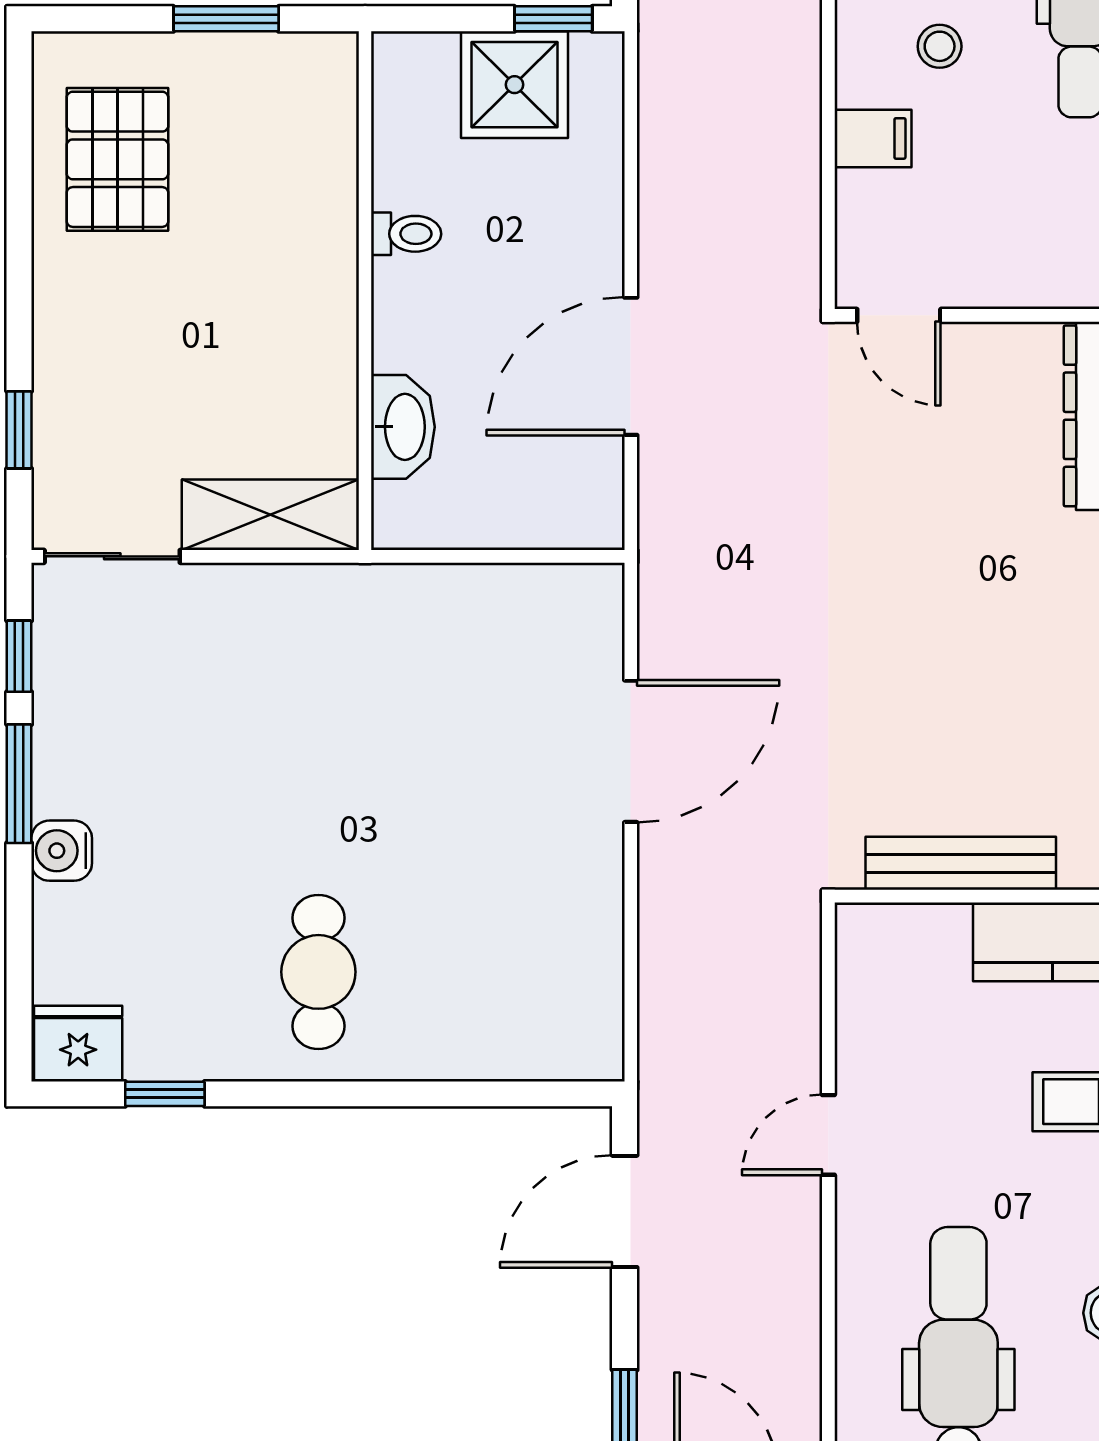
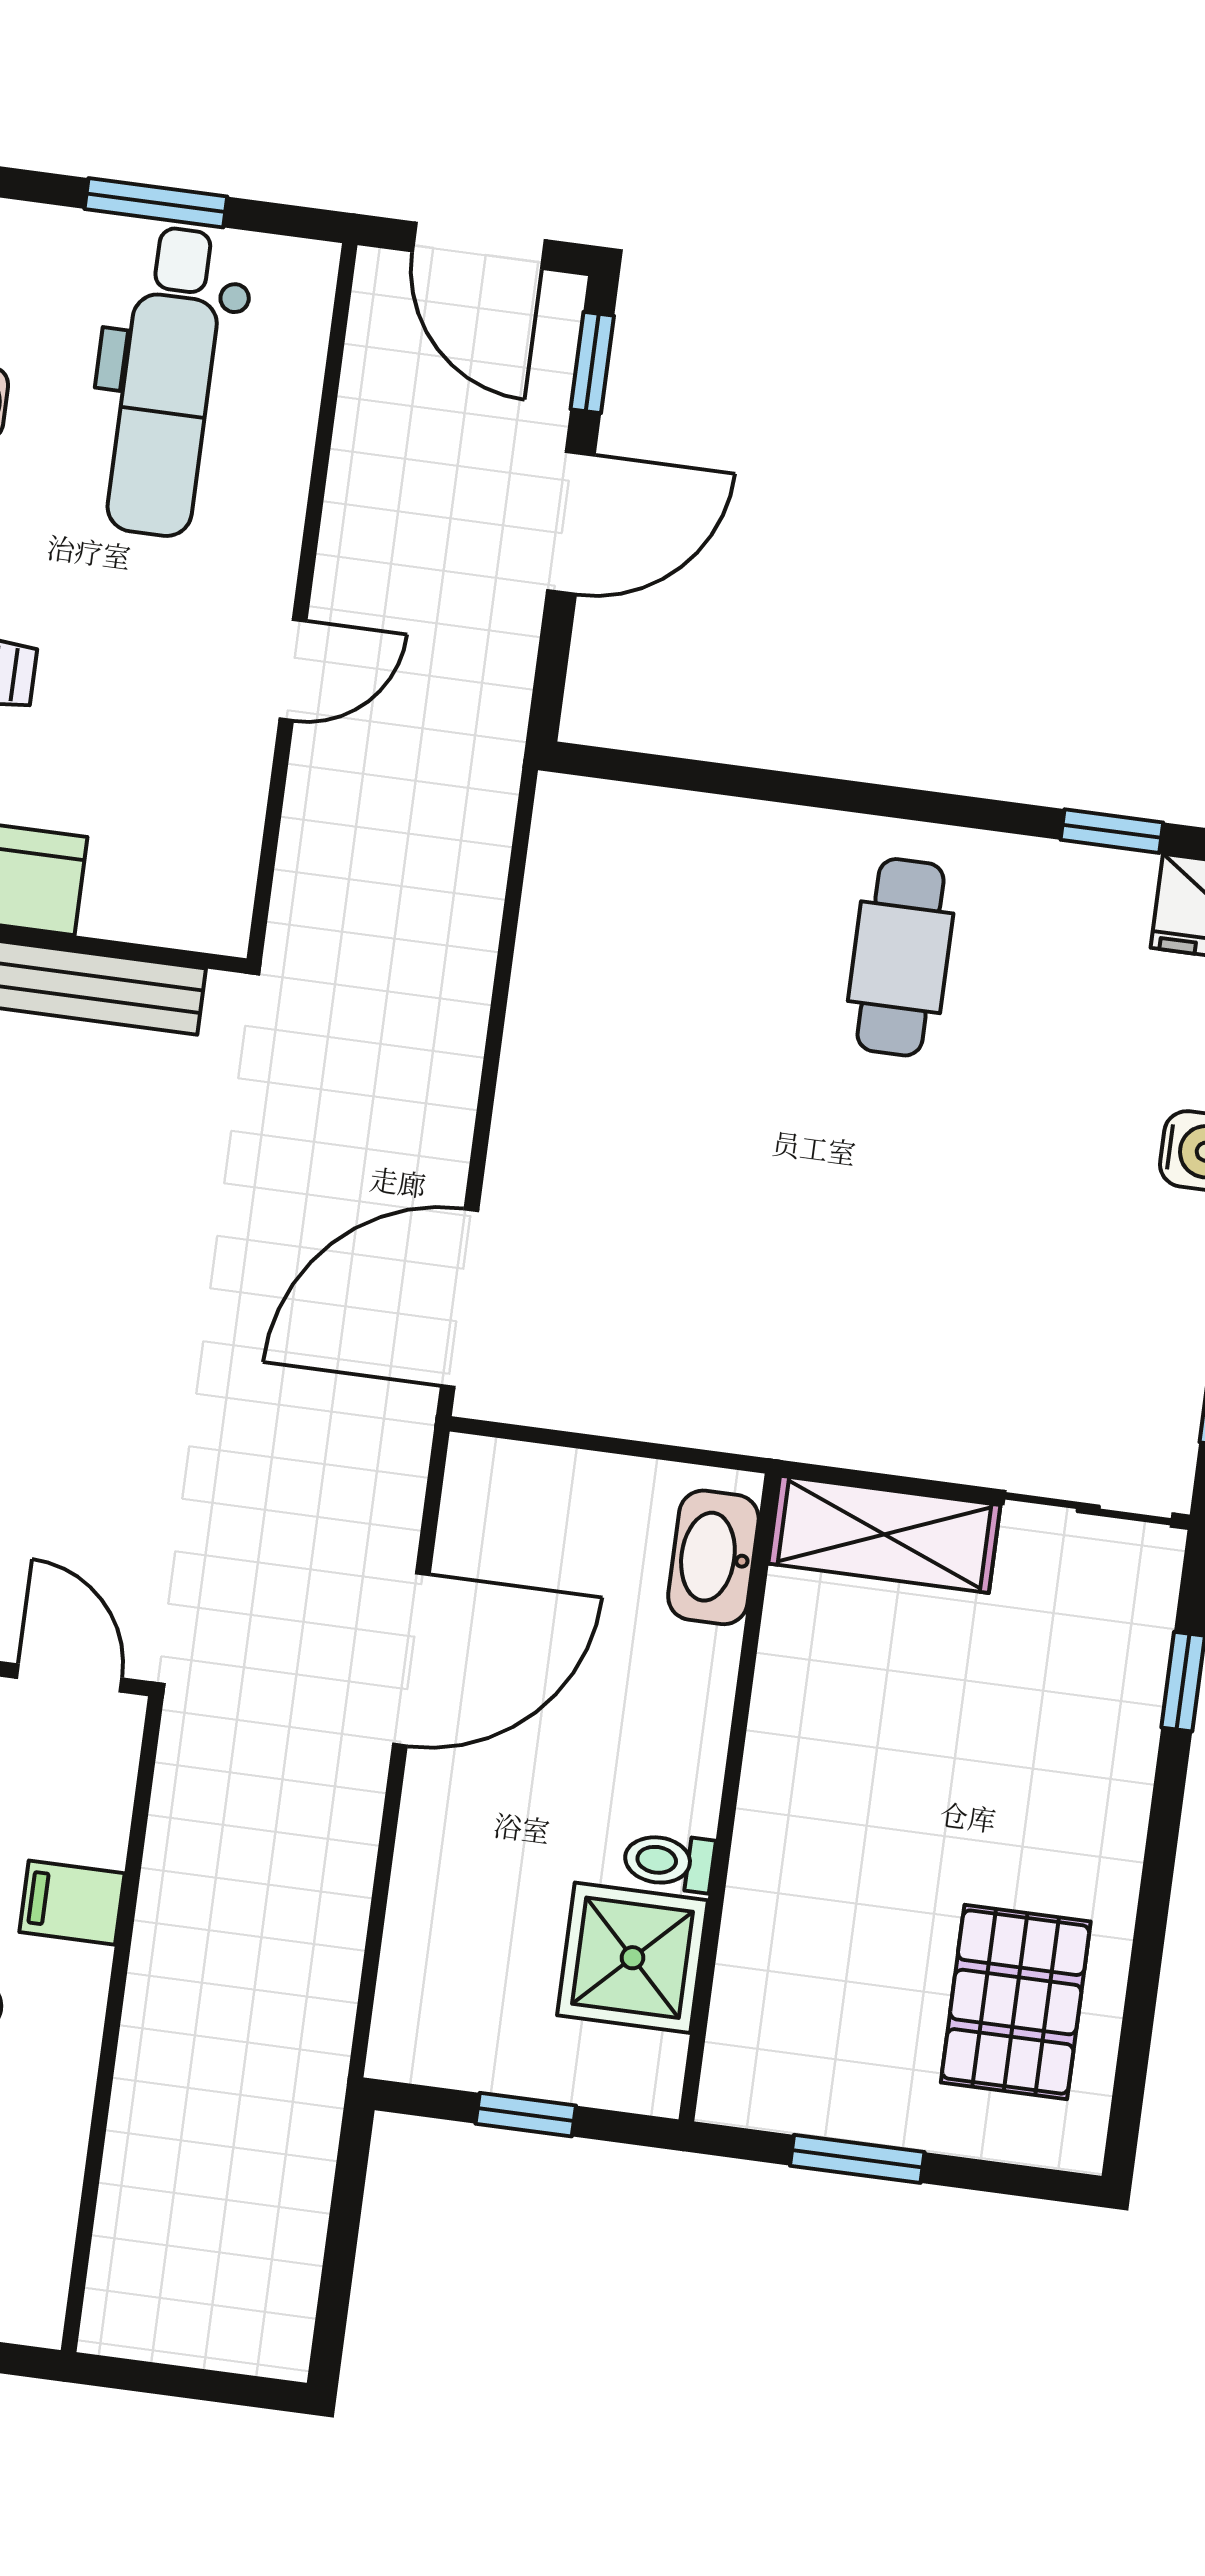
window: (553, 19) -> (526, 2115), moved
shower: (514, 85) -> (633, 1958), moved
washbasin: (403, 427) -> (713, 1557), moved
door: (631, 751) -> (460, 1298), moved
door: (625, 1211) -> (571, 523), moved

